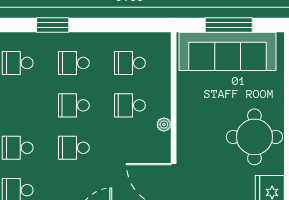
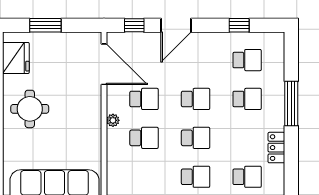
school desk: (130, 63) -> (144, 99), moved
round table: (254, 137) -> (30, 109), width x0.73, depth x0.73

